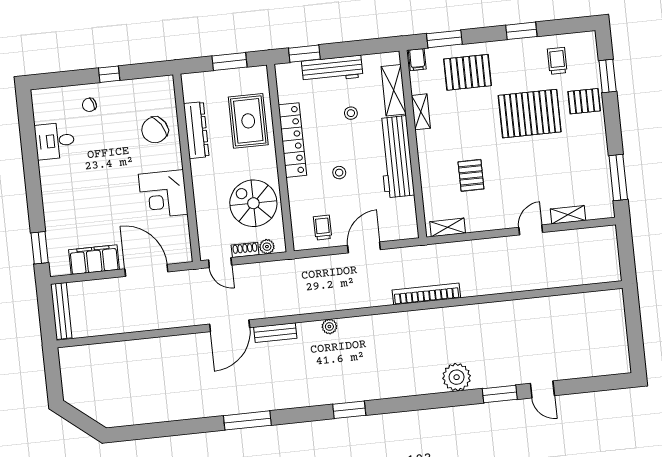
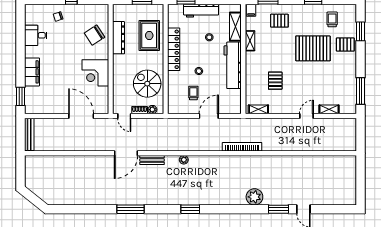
pallet: (468, 72) -> (279, 21), width x0.67, depth x0.71
trolley: (323, 228) -> (193, 93), moved
filing cabinet: (94, 260) -> (32, 72), moved, turned 90

